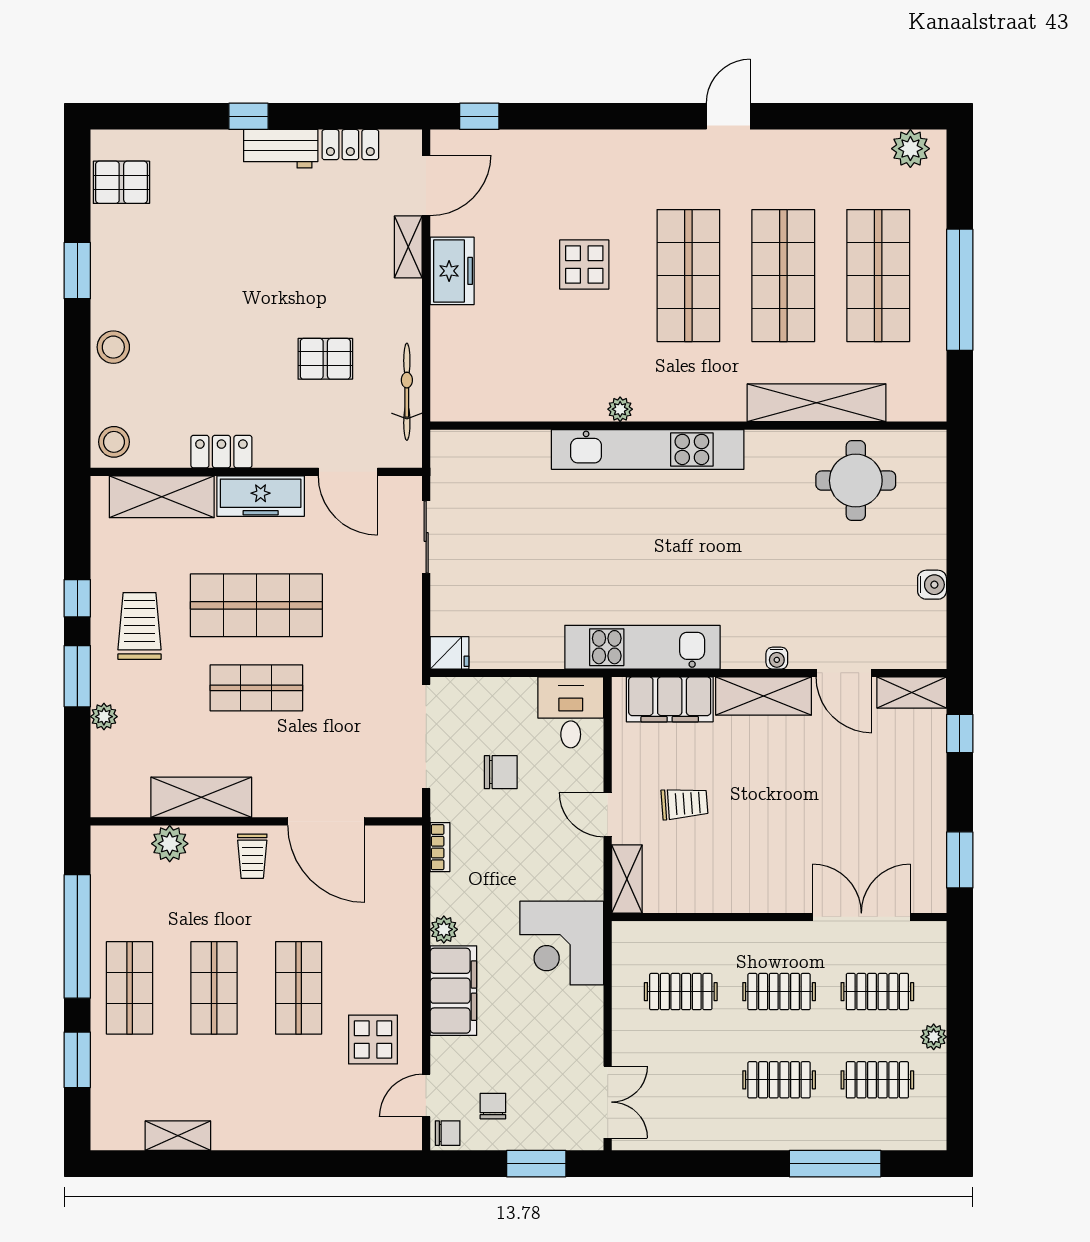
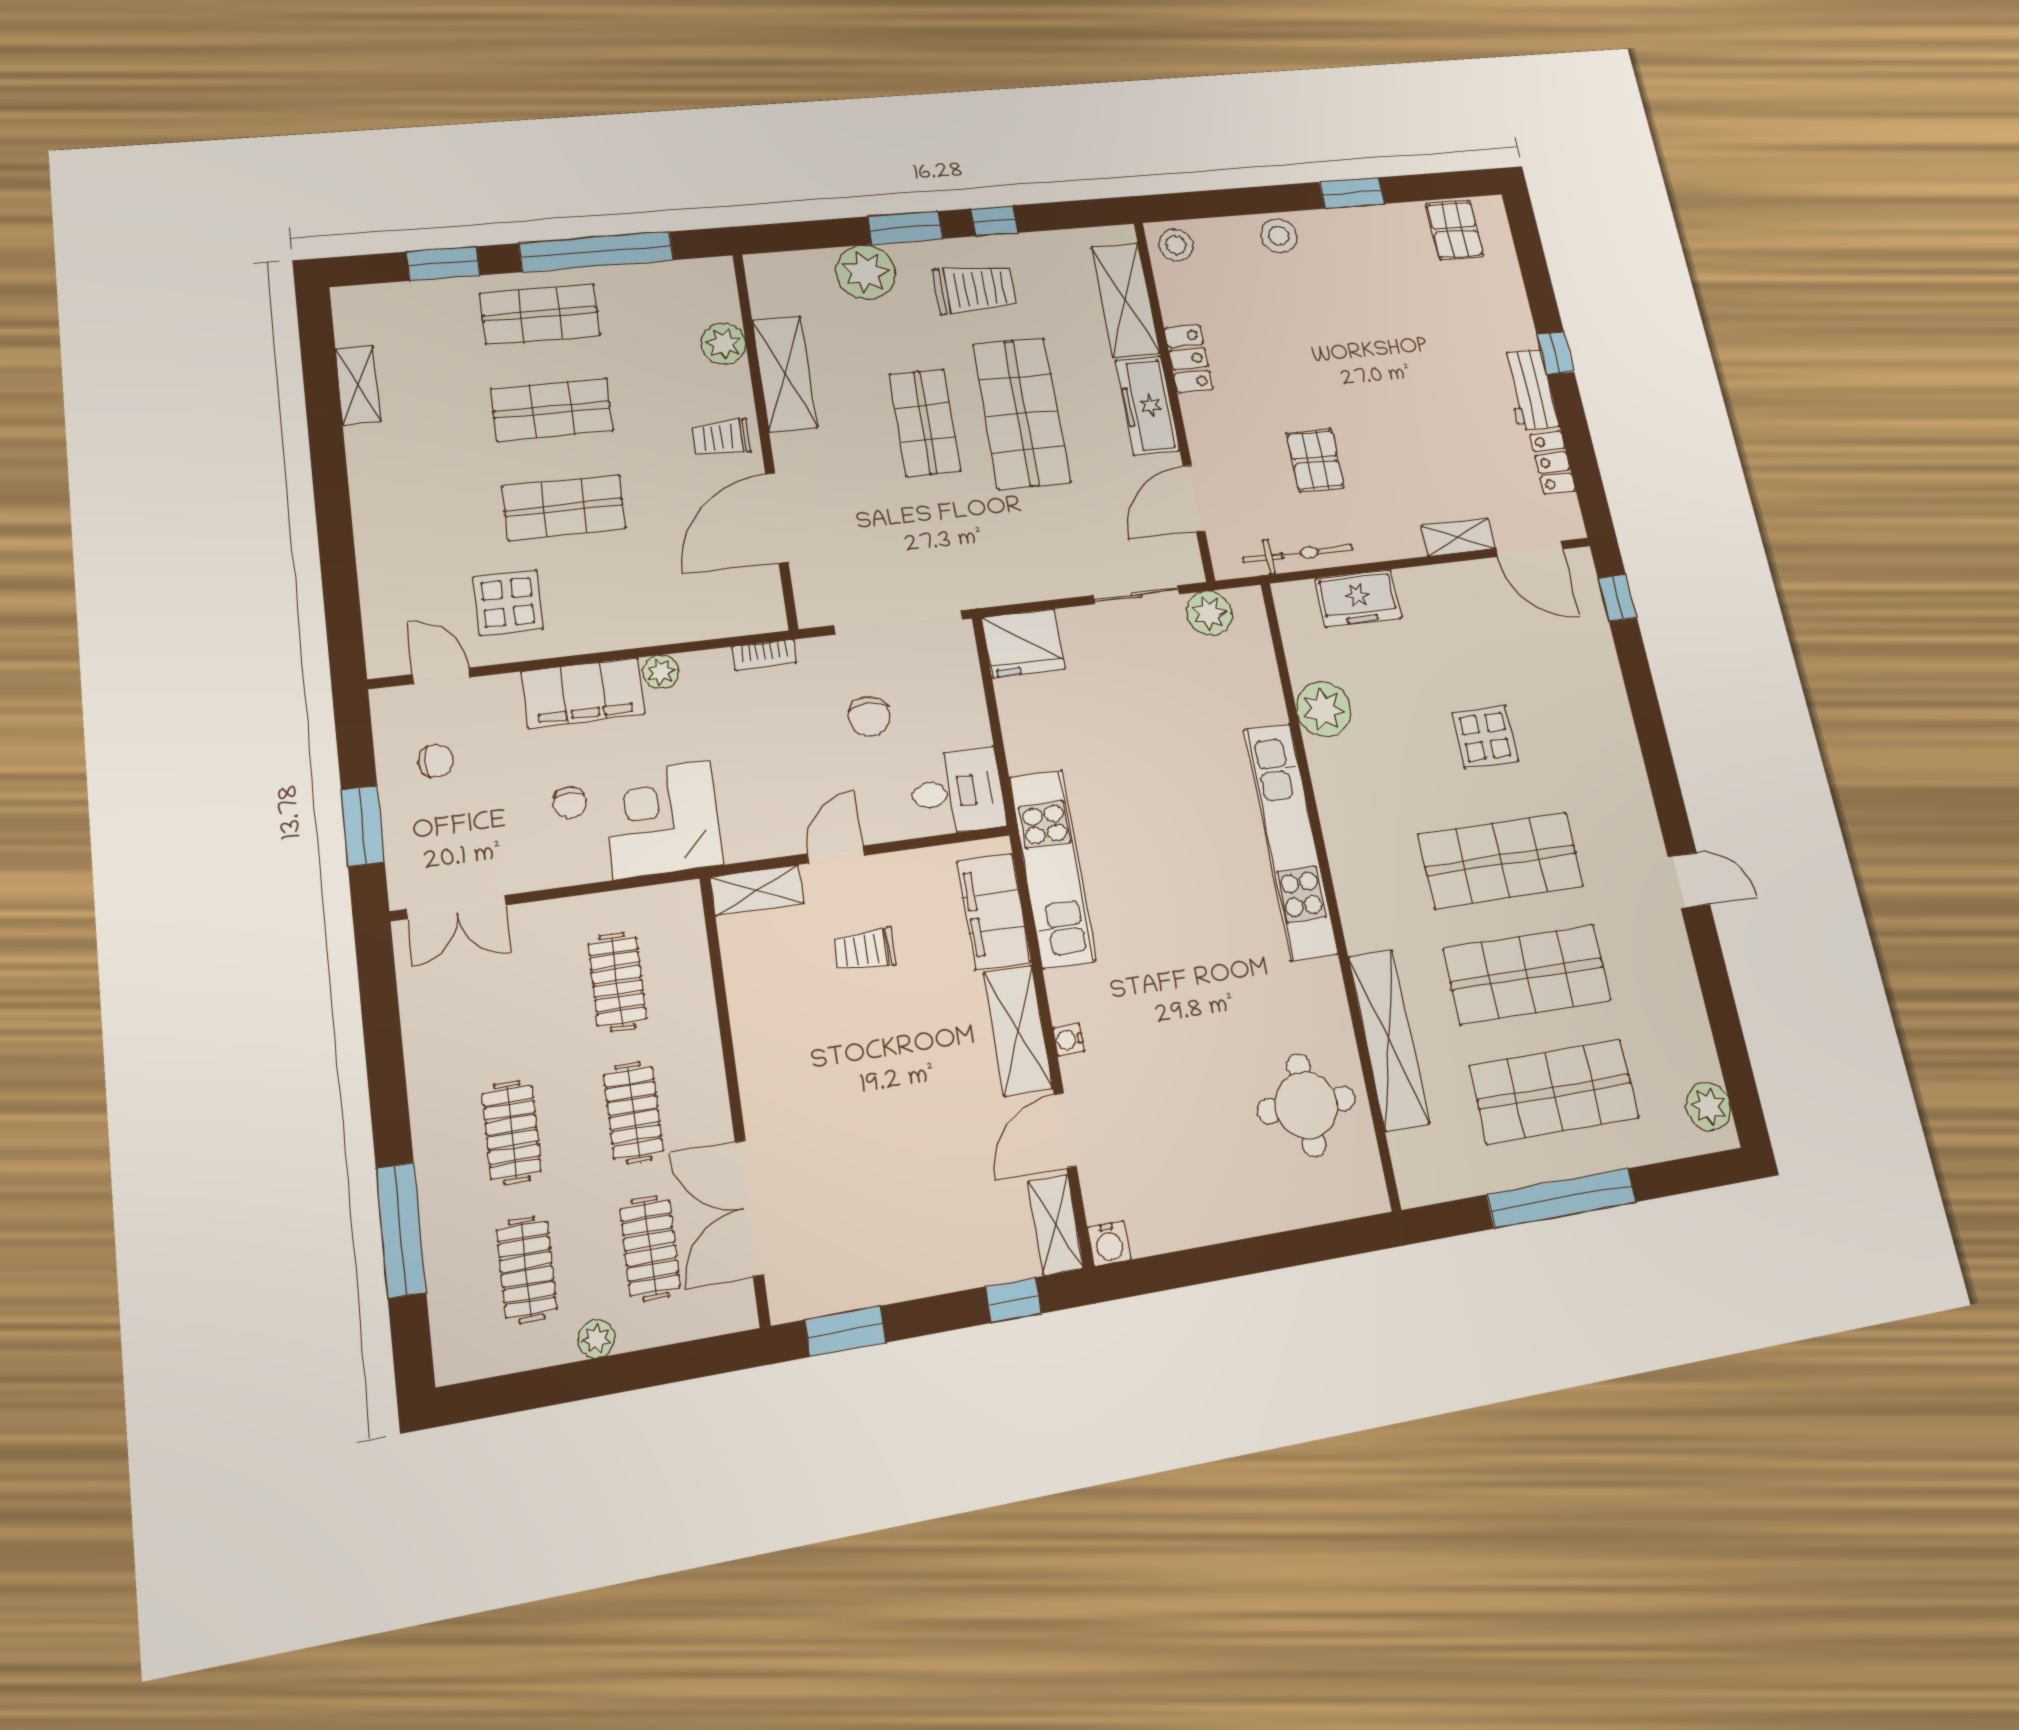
freezer: (452, 271) -> (1358, 598), moved
plant: (620, 409) -> (1324, 709), moved, width x1.87, depth x1.87
plant: (449, 479) -> (1209, 613), added
water cooler: (932, 585) -> (1109, 1243), moved
fridge: (449, 653) -> (1023, 643), width x1.88, depth x1.34
plant: (104, 717) -> (865, 272), width x1.88, depth x1.88
trolley: (685, 804) -> (865, 950), turned 94
double door: (861, 917) -> (749, 1208), swing flipped
chair: (448, 1133) -> (570, 803), moved

